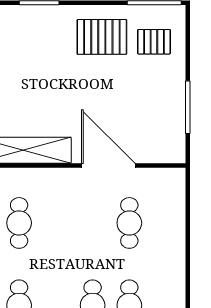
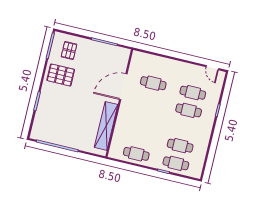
pallet: (102, 37) -> (61, 75), turned 90
cafe table: (19, 223) -> (141, 136), removed

